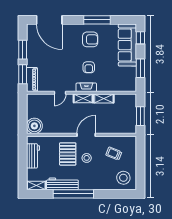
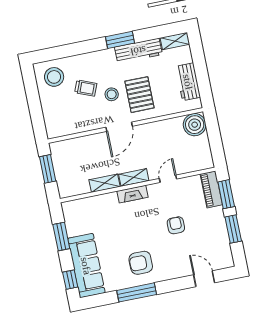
door: (49, 20) -> (204, 279), width x0.53
armchair: (89, 67) -> (176, 225), moved
trolley: (114, 153) -> (86, 88), moved
window: (73, 194) -> (120, 40), width x0.47

